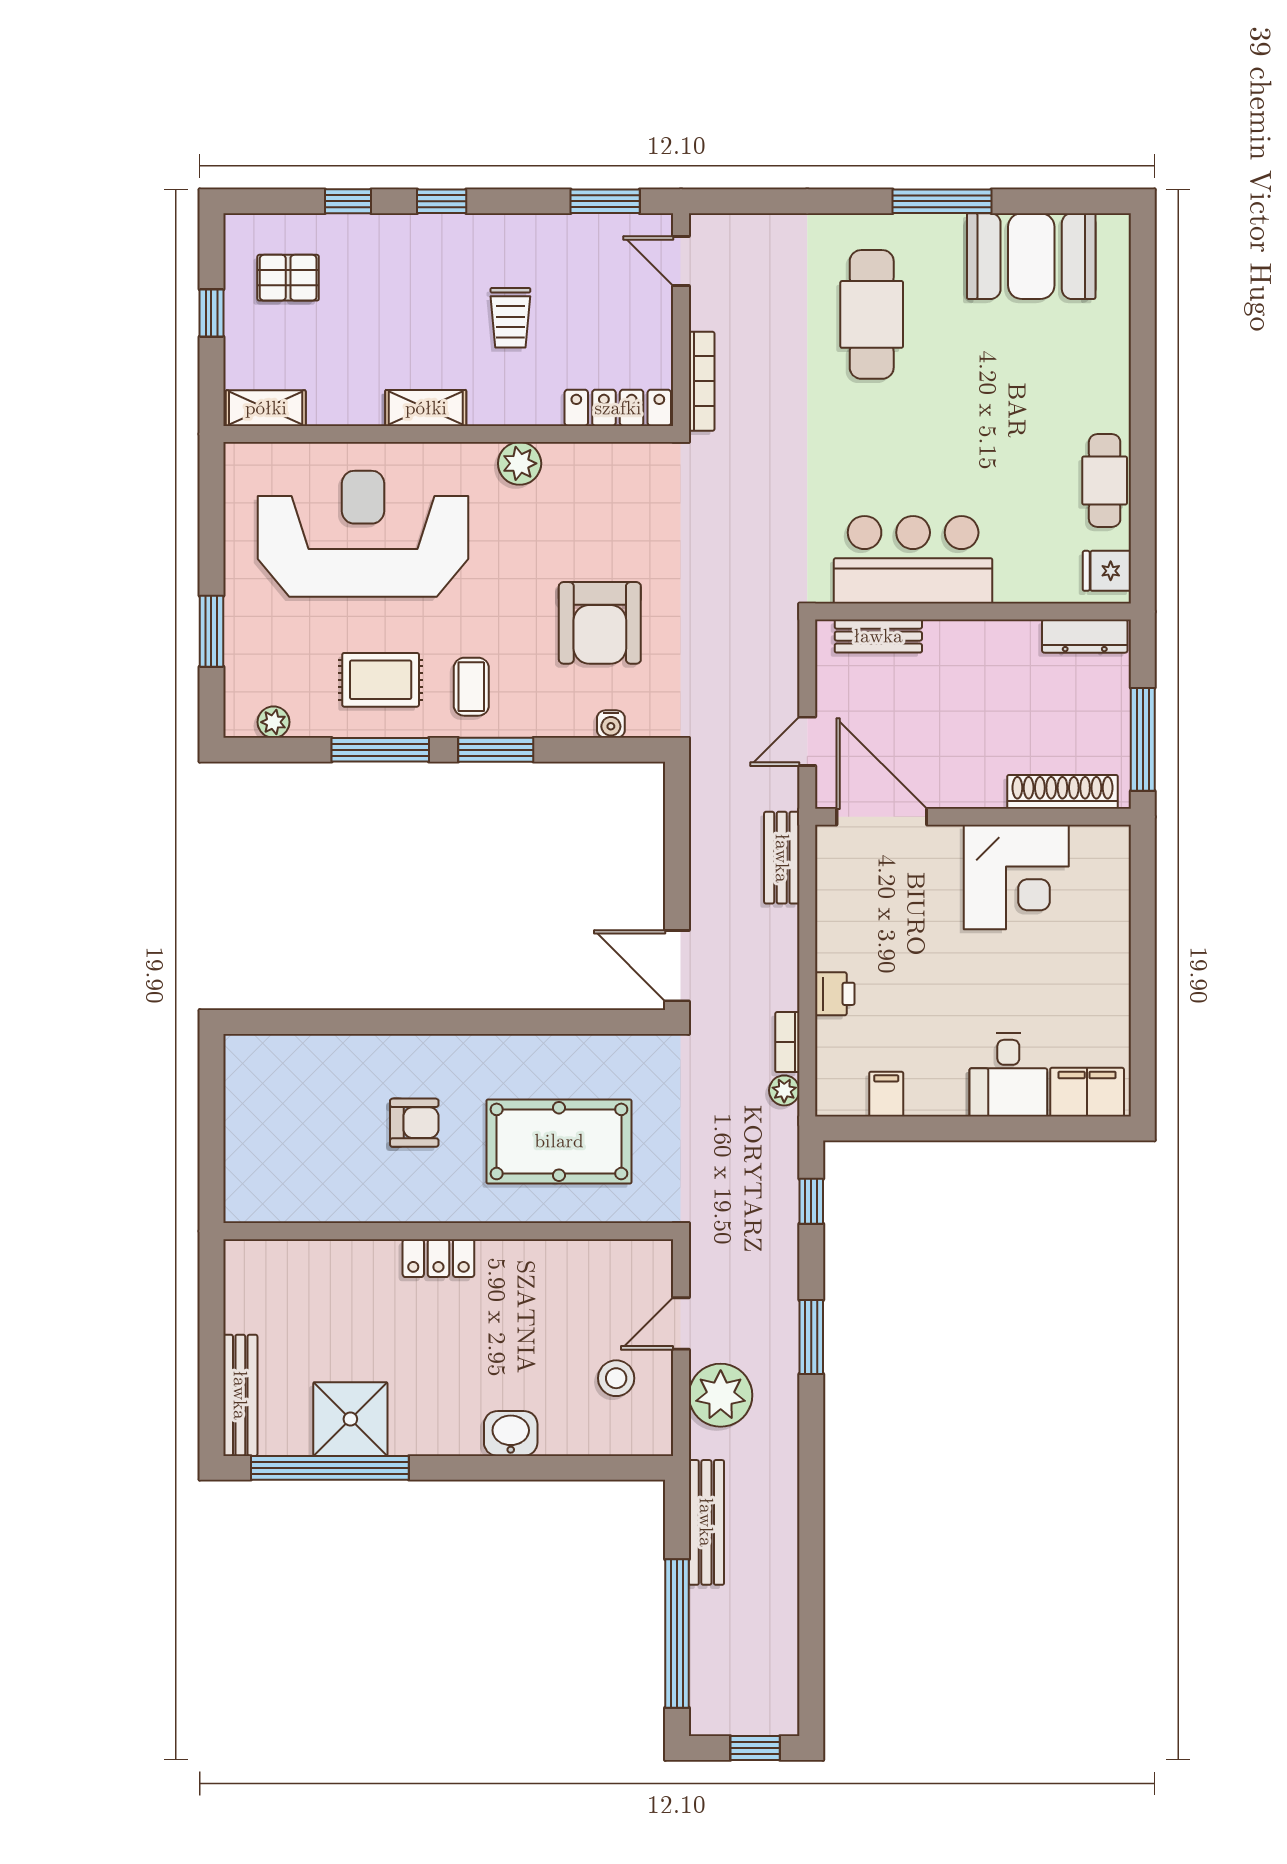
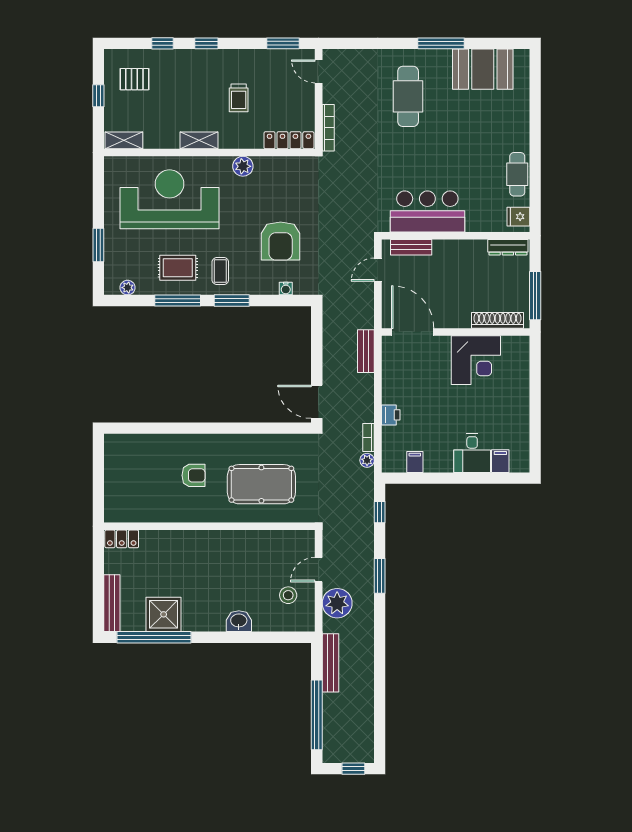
door: (807, 741) -> (378, 270), moved
filing cabinet: (1087, 1092) -> (500, 461), width x0.50
locker: (438, 1258) -> (122, 539), moved

